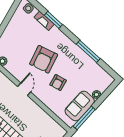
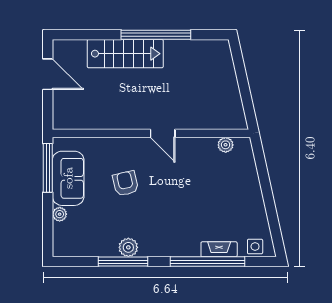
window: (53, 20) -> (208, 262), width x2.11
plant: (81, 55) -> (128, 247), added
armchair: (44, 59) -> (173, 197), removed

